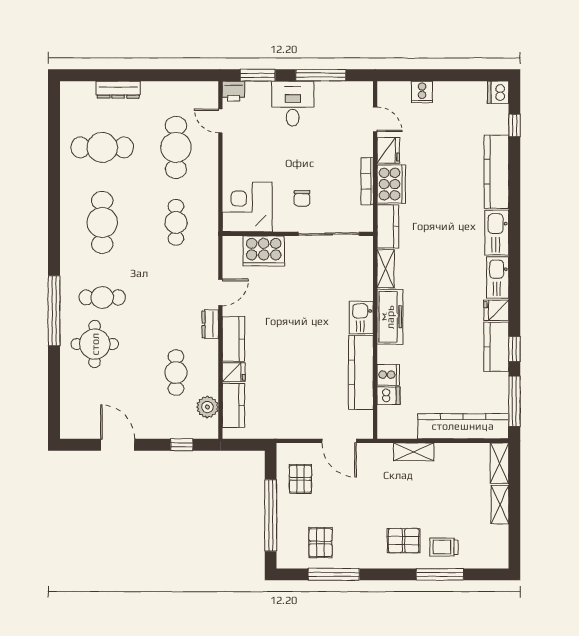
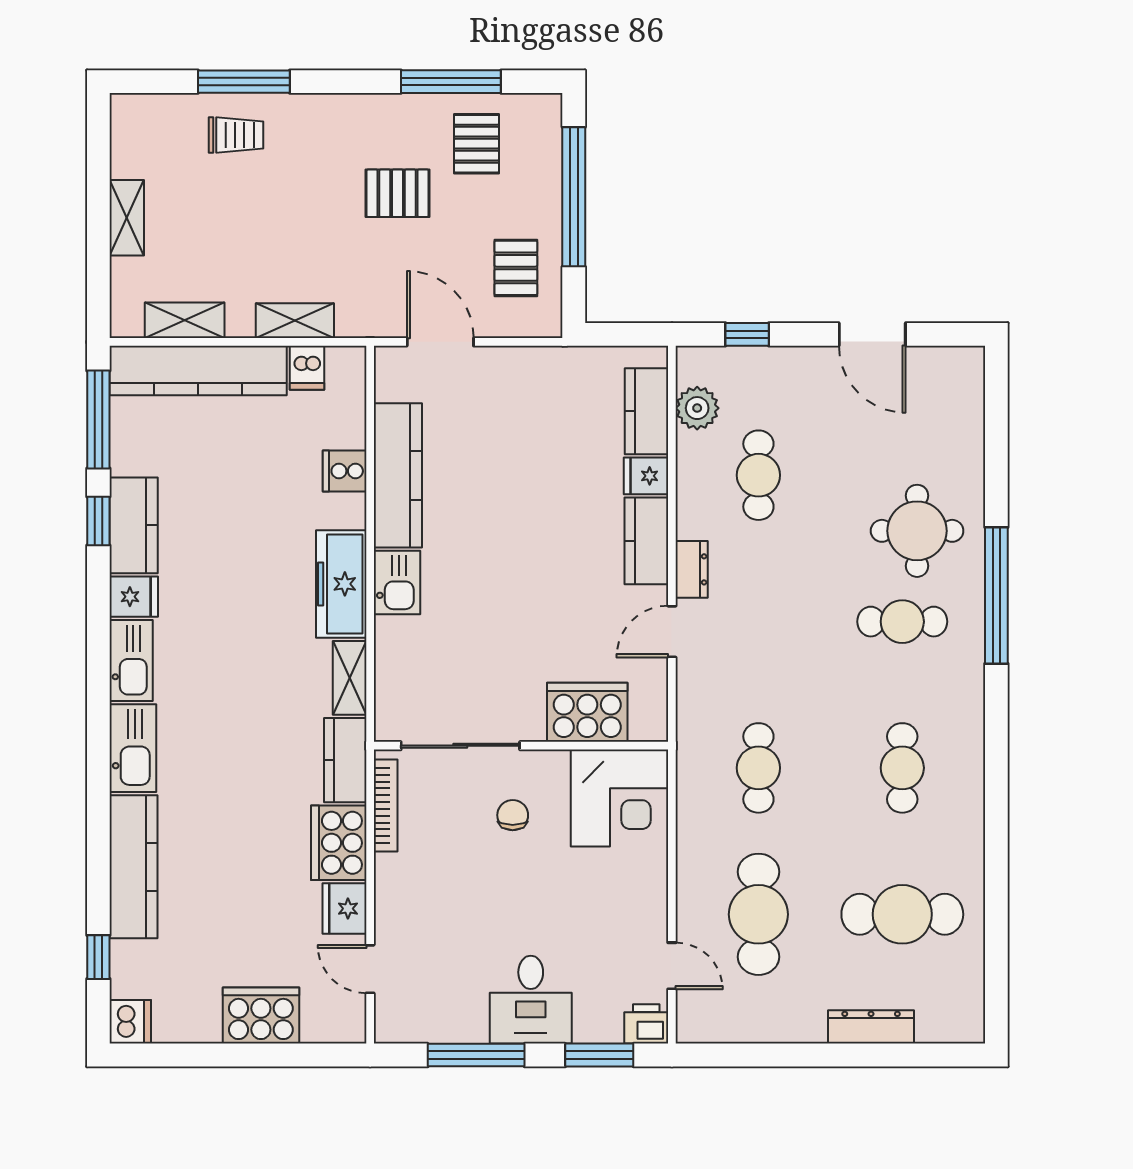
cooker: (422, 92) -> (261, 1016), width x1.87, depth x1.31
bookcase: (367, 181) -> (386, 806), moved
cafe table: (102, 222) -> (902, 768), width x0.73, depth x0.74
dishwasher: (388, 396) -> (307, 368), moved, turned -90
shelving: (499, 463) -> (185, 320), moved, turned 90
pallet: (404, 541) -> (398, 193), moved

